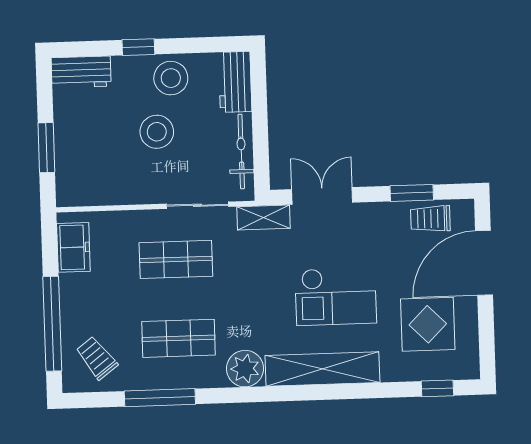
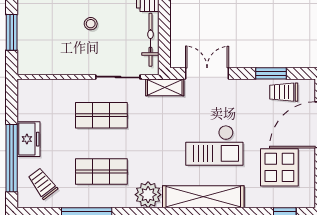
stool: (157, 132) -> (91, 24), width x0.53, depth x0.53
freezer: (73, 247) -> (29, 139), moved

